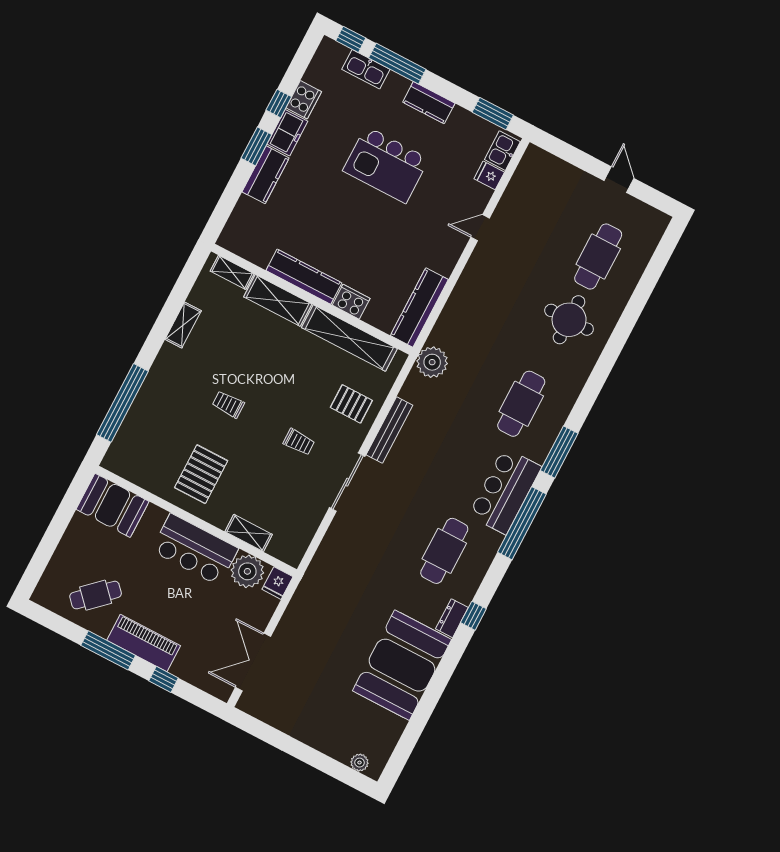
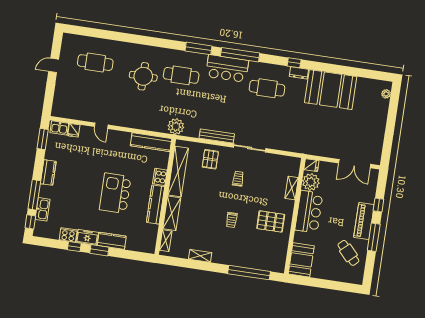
kitchen island: (386, 165) -> (115, 193), moved, turned 180
round table: (569, 320) -> (143, 76), moved

